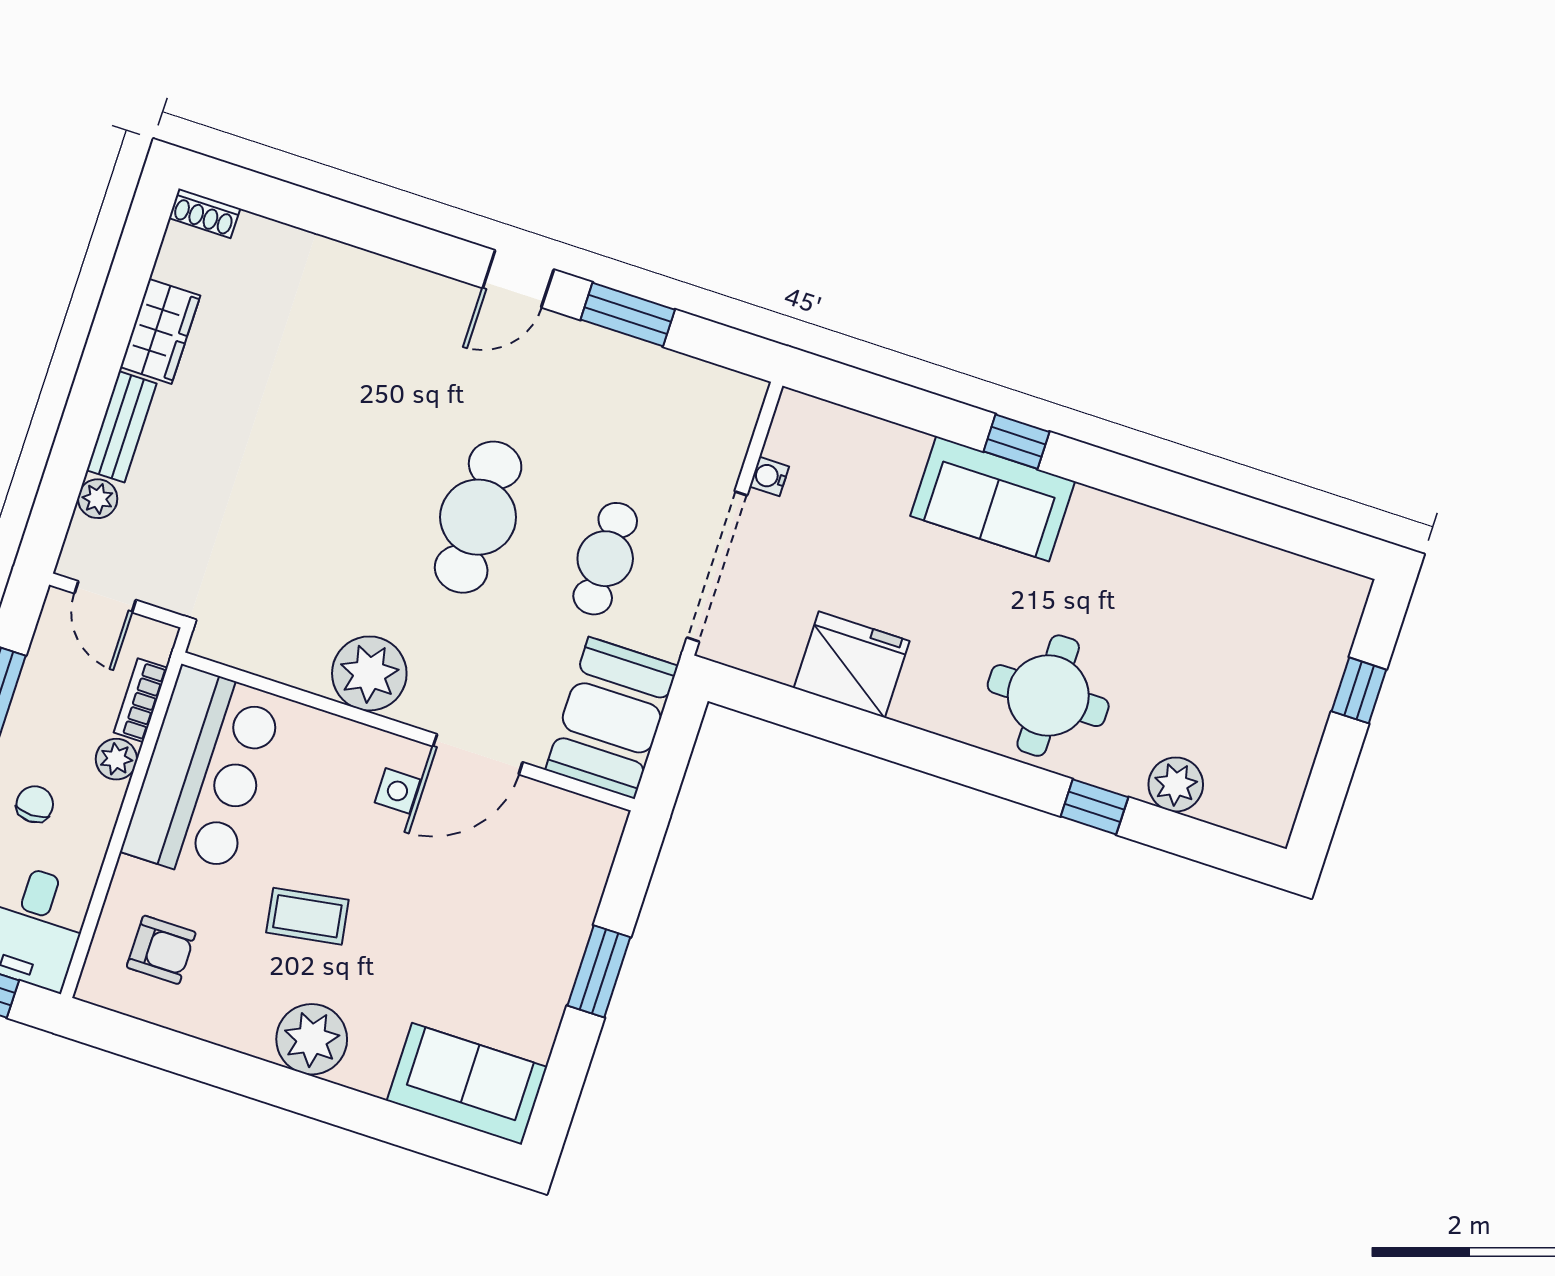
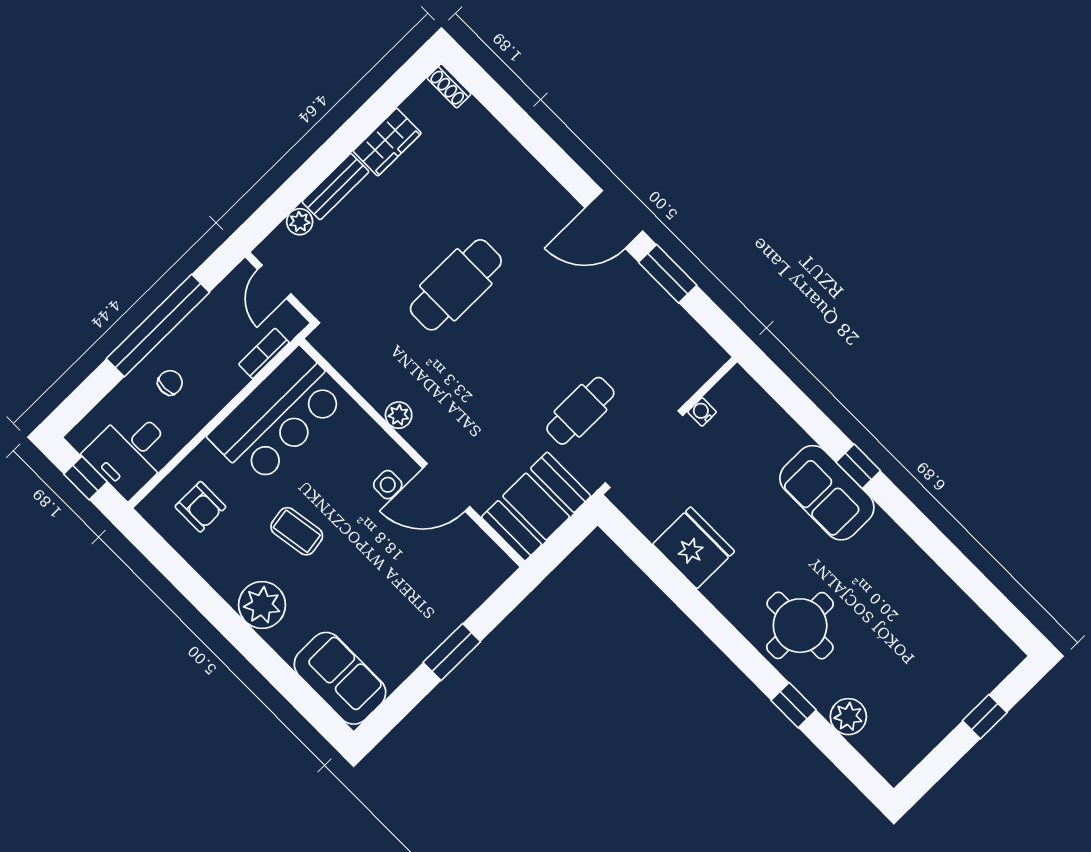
door: (518, 279) -> (614, 219), width x1.38
cafe table: (478, 517) -> (456, 285), moved
plant: (369, 673) -> (399, 415), width x0.53, depth x0.53
plant: (116, 759) -> (232, 381), removed

